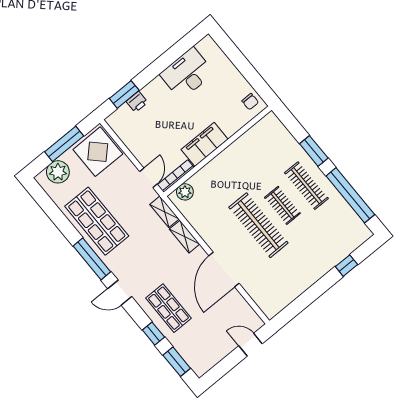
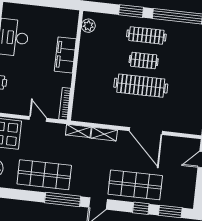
chair: (250, 102) -> (66, 18), removed
filing cabinet: (205, 144) -> (65, 55), moved
door: (148, 178) -> (38, 119), moved
plant: (185, 192) -> (88, 26), moved
shop shelf: (168, 308) -> (135, 185), width x1.43, depth x1.36

